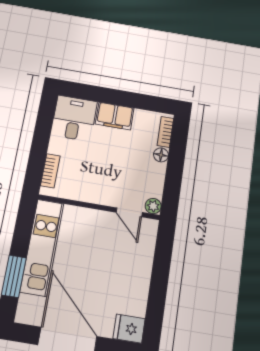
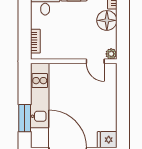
floor lamp: (161, 155) -> (107, 20), width x1.89, depth x1.89

